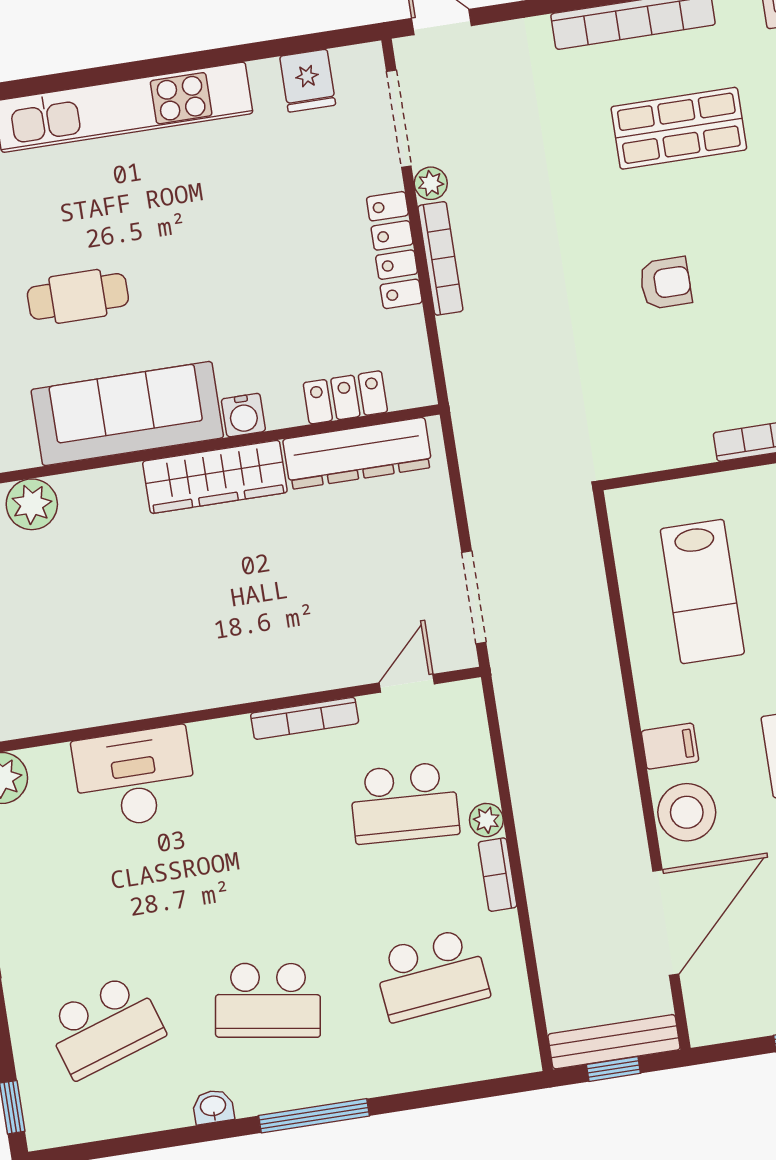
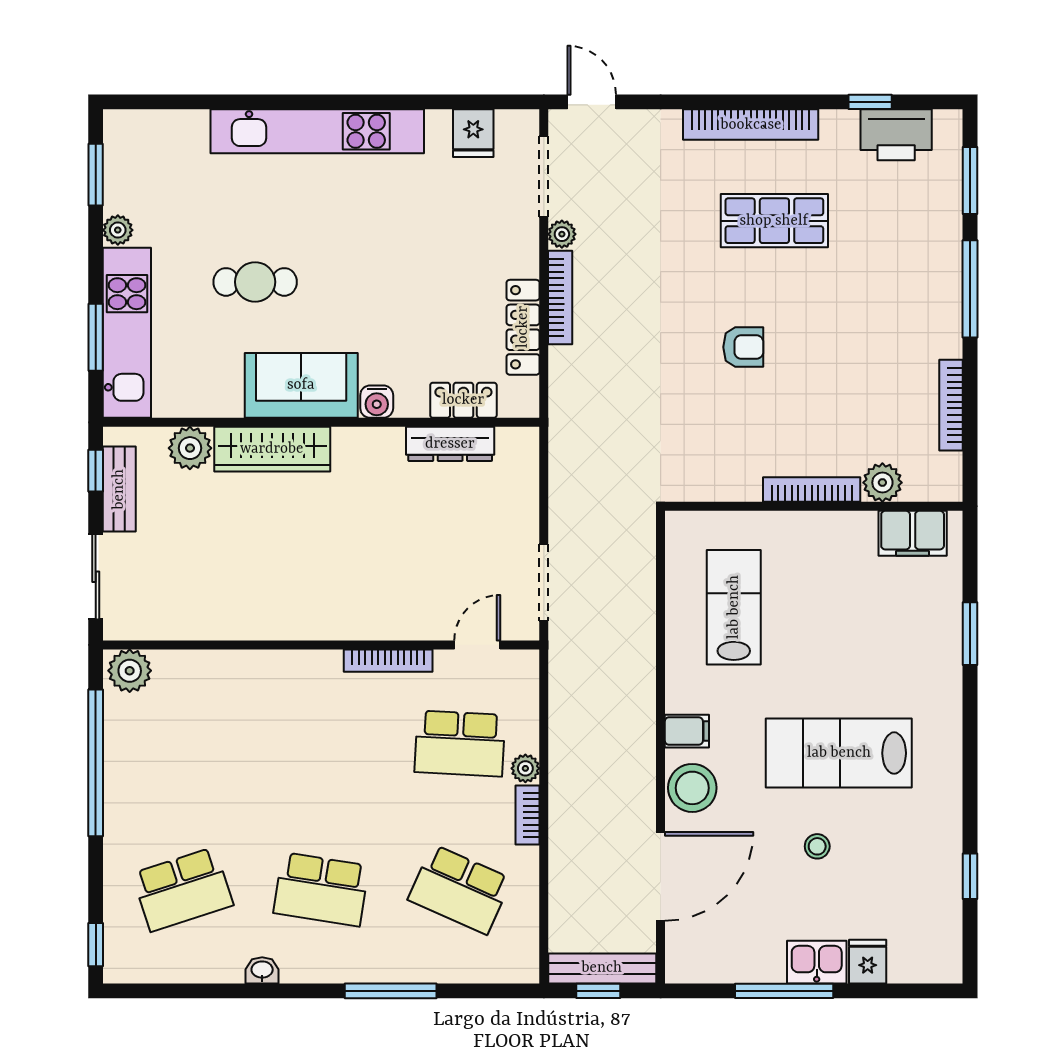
locker: (394, 250) -> (523, 327), moved
sofa: (127, 414) -> (301, 385), width x0.73
dresser: (358, 453) -> (450, 444), width x0.73, depth x0.80
wardrobe: (215, 477) -> (272, 449), moved
lab bench: (702, 592) -> (734, 607), turned 180
desk: (135, 777) -> (240, 688), removed
school desk: (431, 975) -> (460, 889), turned 30
window: (314, 1116) -> (391, 991), moved

